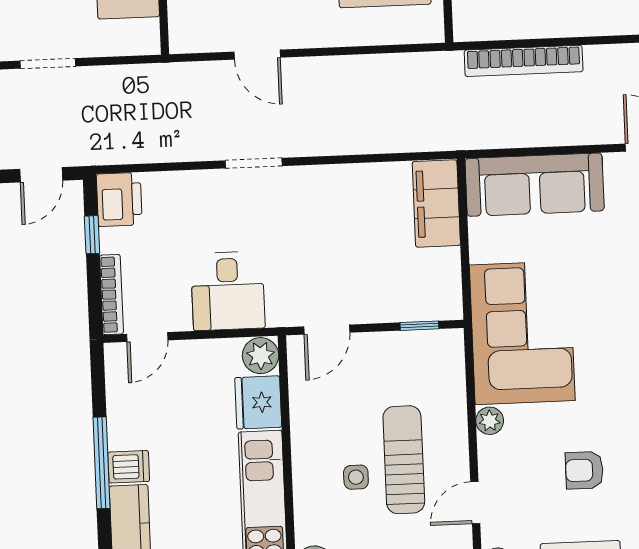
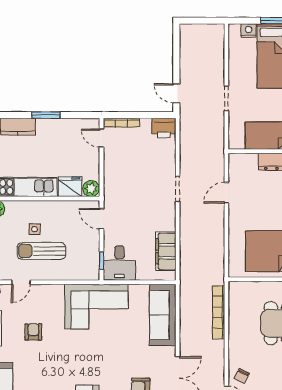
filing cabinet: (436, 204) -> (166, 251), moved, turned -90
window: (92, 235) -> (149, 115), removed
desk: (228, 291) -> (119, 263), moved, turned -90
plant: (490, 421) -> (57, 290), removed
sun lounger: (404, 460) -> (41, 251), turned 180
window: (102, 463) -> (46, 115), width x0.69
dishwasher: (129, 467) -> (44, 127), removed
door: (475, 503) -> (21, 282), swing flipped

